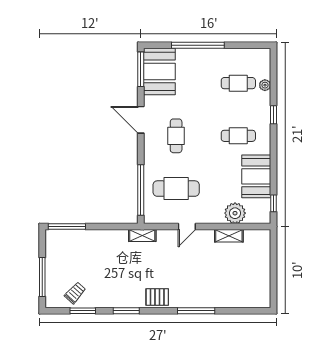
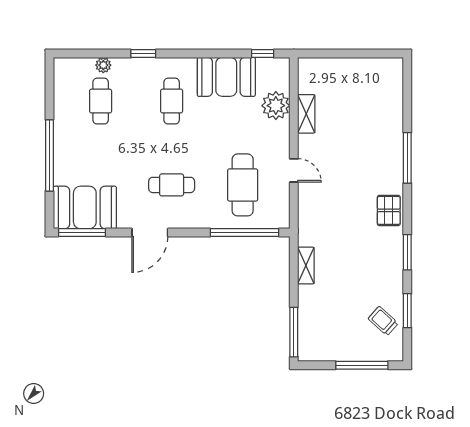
shelving: (142, 236) -> (306, 266), moved

